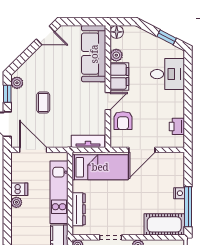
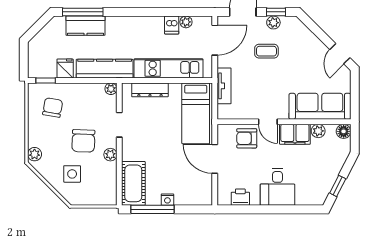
desk: (168, 74) -> (277, 187), moved
plant: (17, 83) -> (273, 23), moved
tv unit: (88, 141) -> (224, 86), moved
plant: (16, 202) -> (186, 22), moved

